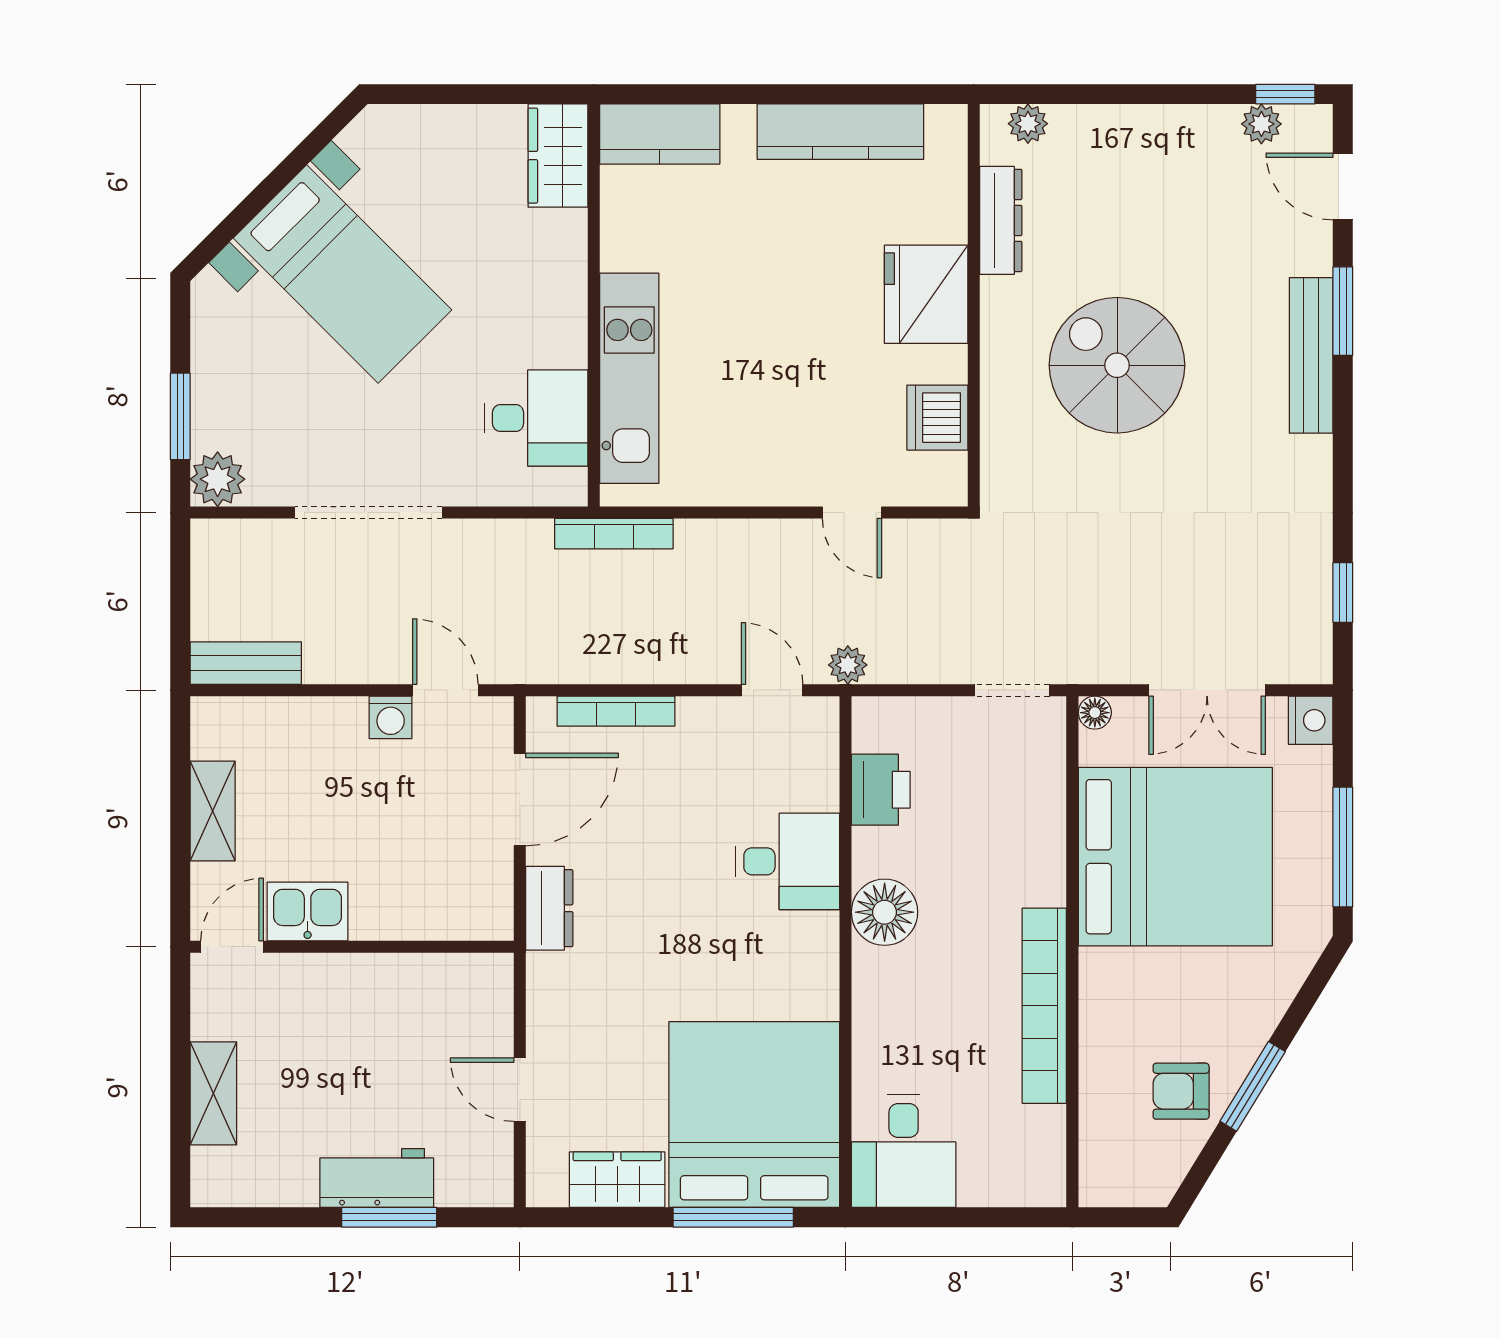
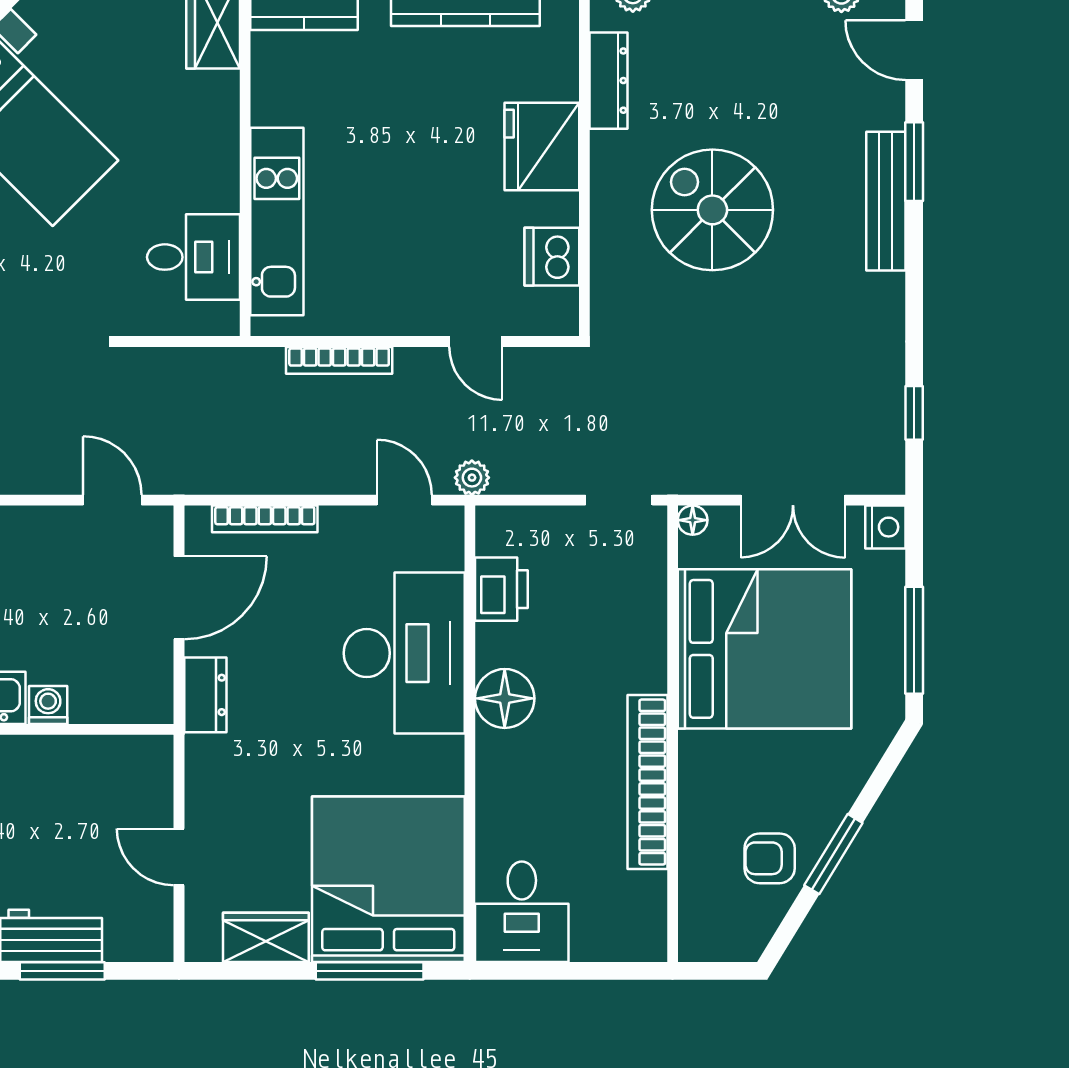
bookcase: (614, 534) -> (339, 360), moved
washing machine: (391, 717) -> (48, 705), moved, turned 180
desk: (788, 861) -> (404, 653), width x1.87, depth x1.30

